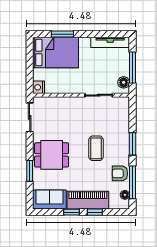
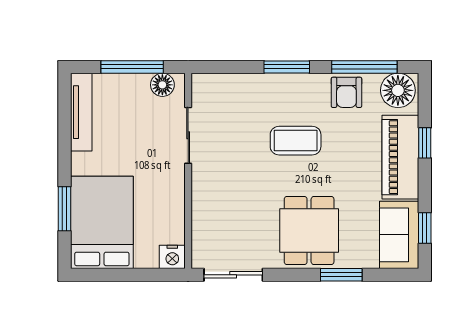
floor lamp: (125, 195) -> (398, 90), width x1.89, depth x1.89
window: (71, 212) -> (425, 228), moved

